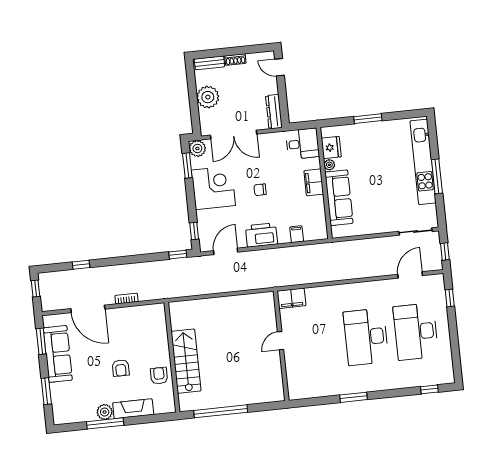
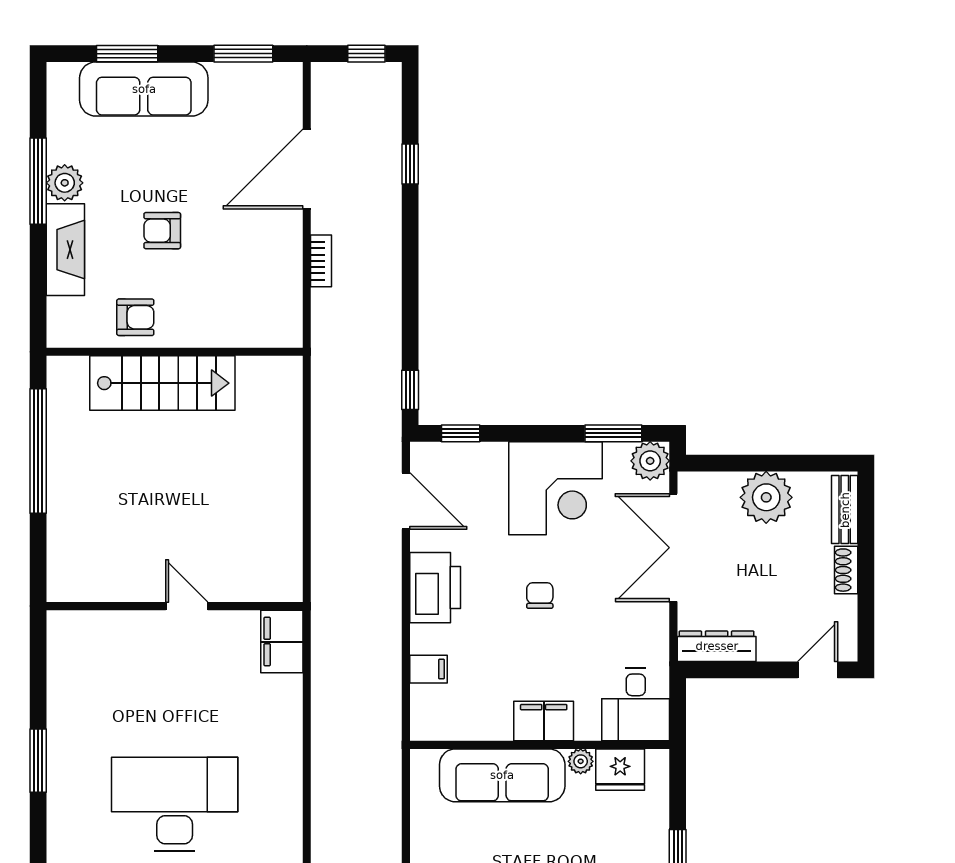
sofa: (58, 354) -> (144, 89), moved

